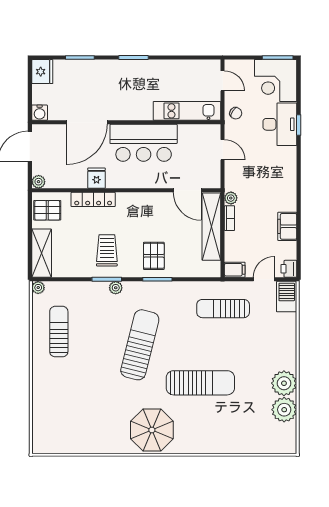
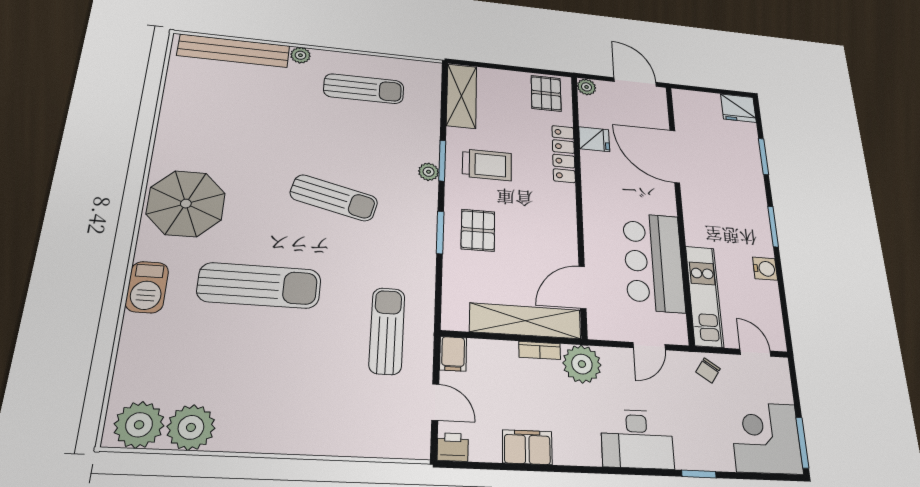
door: (223, 81) -> (755, 353), swing flipped
water cooler: (40, 113) -> (765, 269), moved, turned 180
desk: (280, 124) -> (637, 439), moved
bar counter: (144, 143) -> (654, 262), moved
fridge: (97, 178) -> (594, 139), moved
plant: (231, 198) -> (582, 364), width x1.88, depth x1.88
shelving: (42, 253) -> (462, 96), moved, turned 90
pallet: (154, 256) -> (478, 230), turned 90
plant: (38, 288) -> (300, 55), moved
barbecue: (287, 297) -> (147, 287), moved, turned 90
sun lounger: (140, 345) -> (334, 198), width x0.73, depth x0.75
sun lounger: (200, 383) -> (259, 285), turned -90
plant: (284, 383) -> (139, 425), moved
bench: (40, 415) -> (234, 51), added

